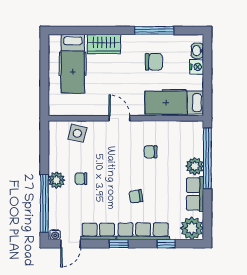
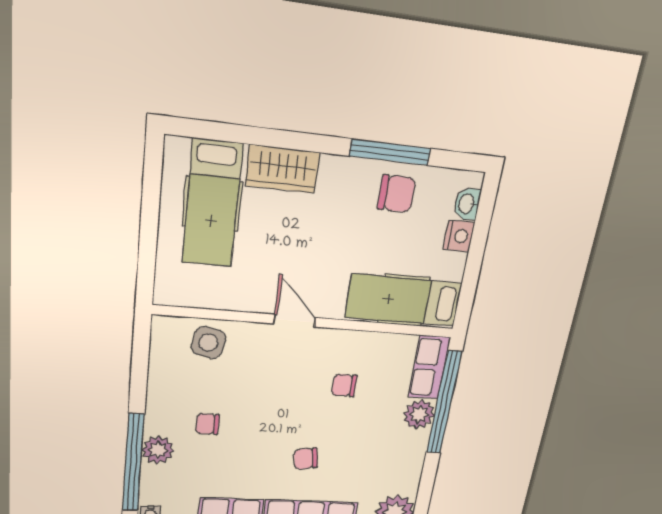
chair: (154, 62) -> (397, 194), moved
plant: (57, 180) -> (158, 450), moved
row of seats: (195, 194) -> (429, 367), moved

